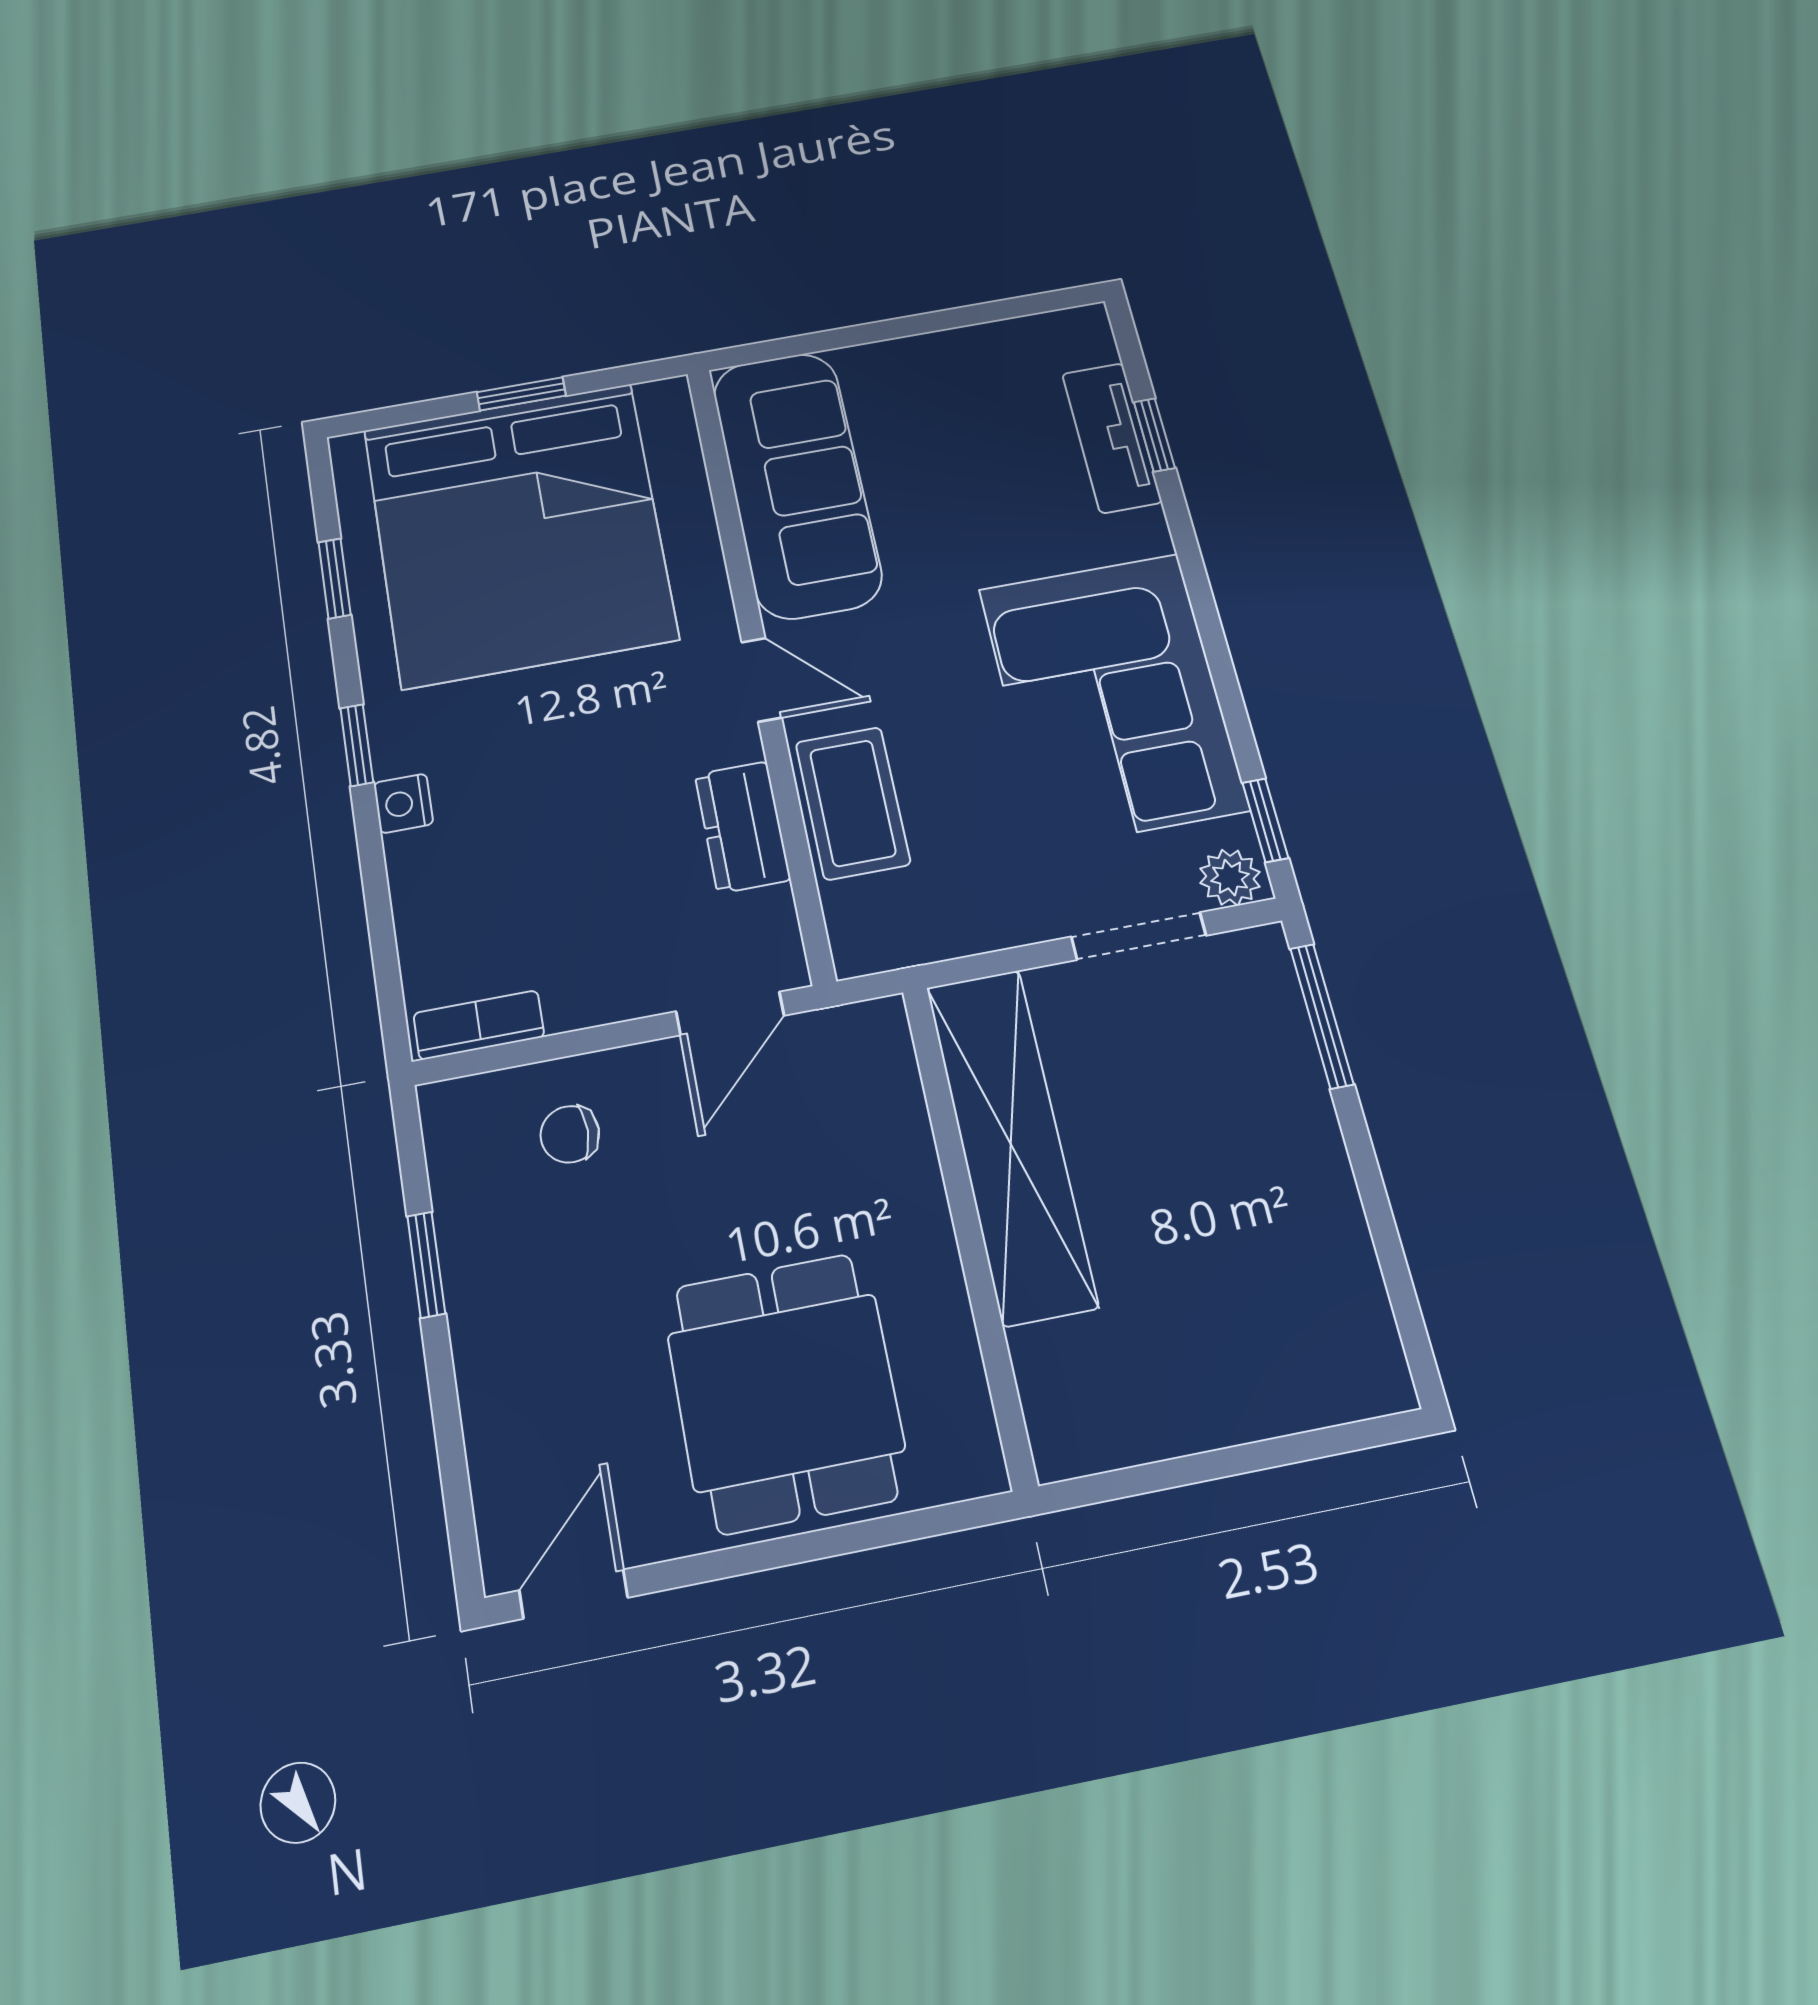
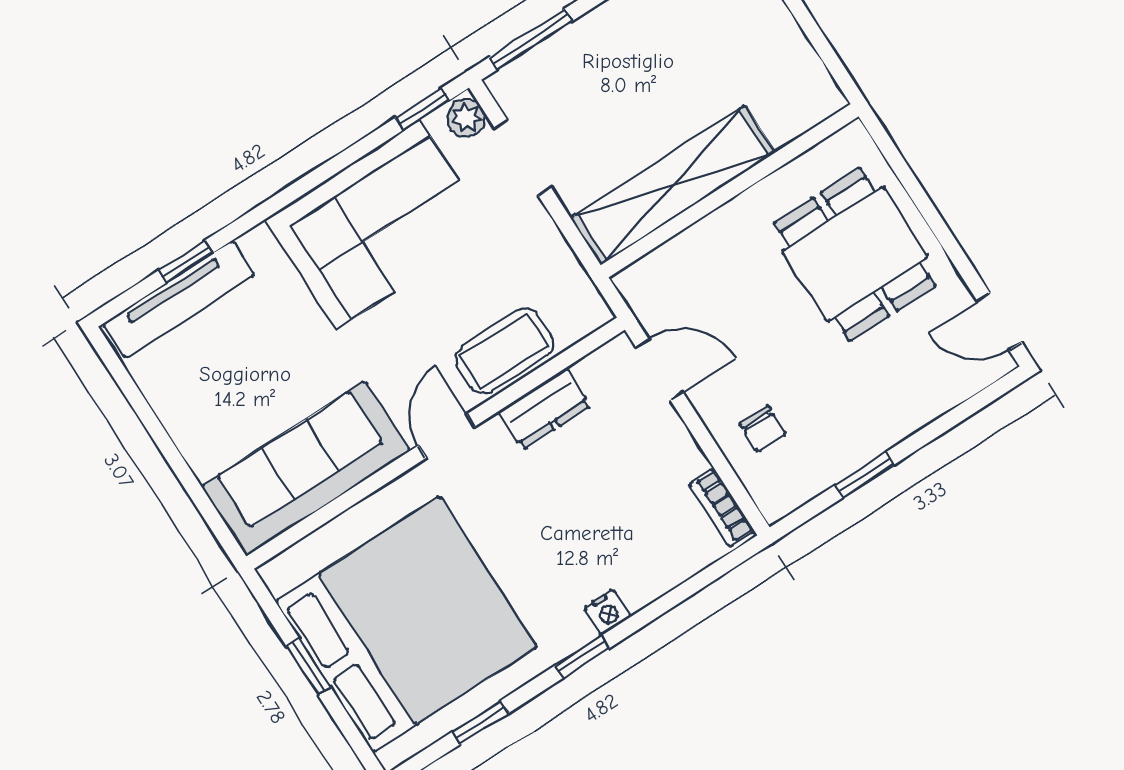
tv unit: (1112, 438) -> (179, 299), width x1.41
dining table: (786, 1392) -> (855, 254), turned 90

